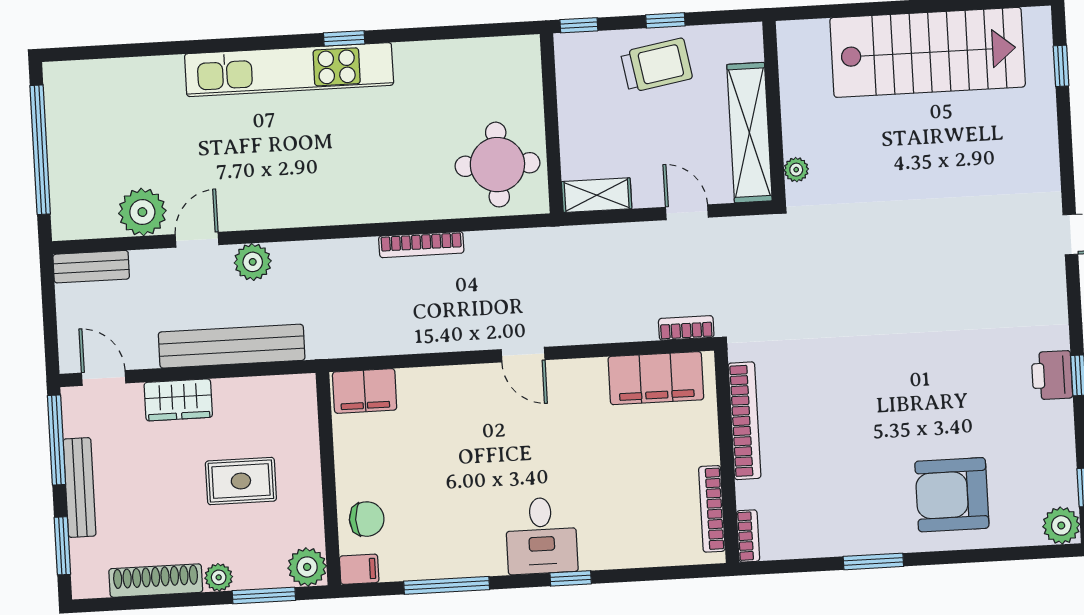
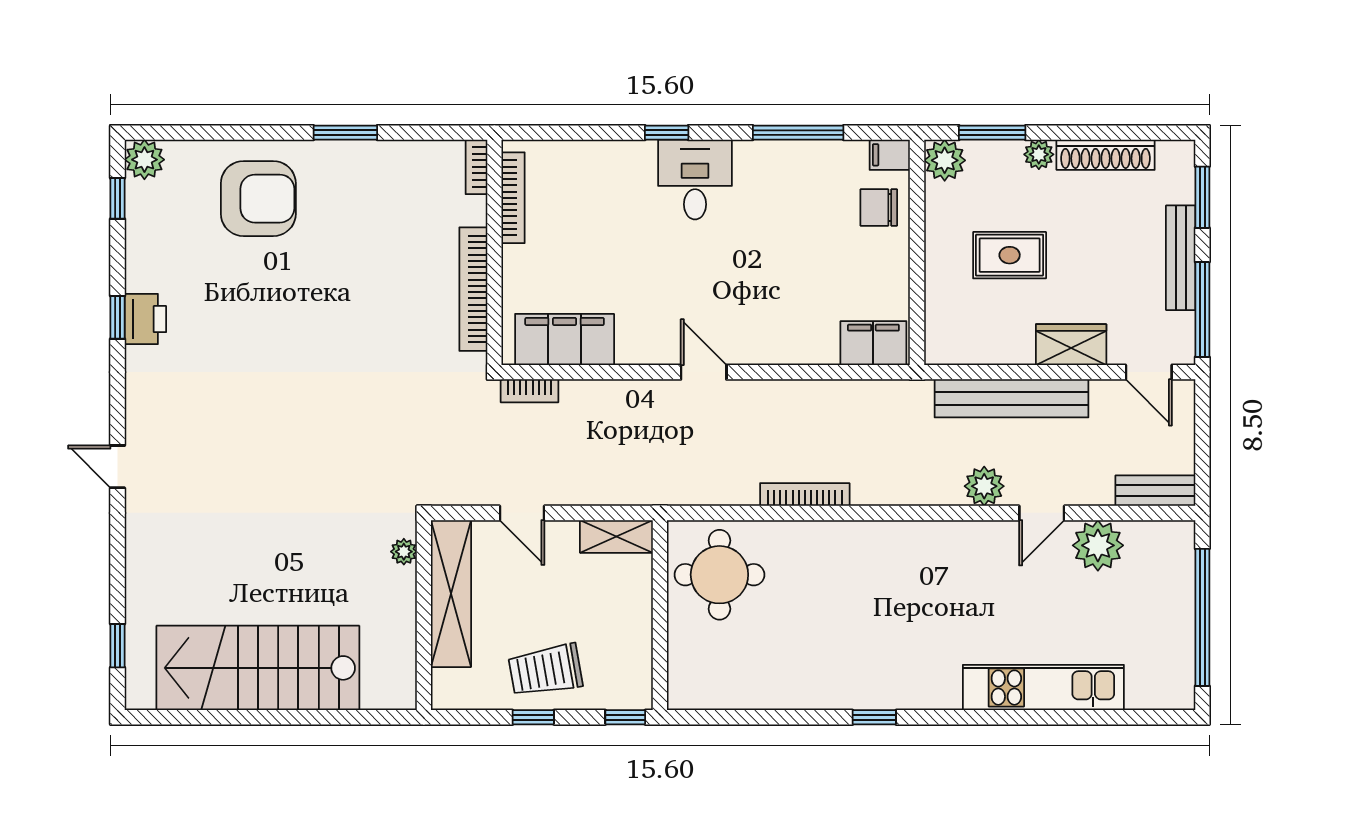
kitchen unit: (289, 70) -> (1043, 688), moved, width x0.73

